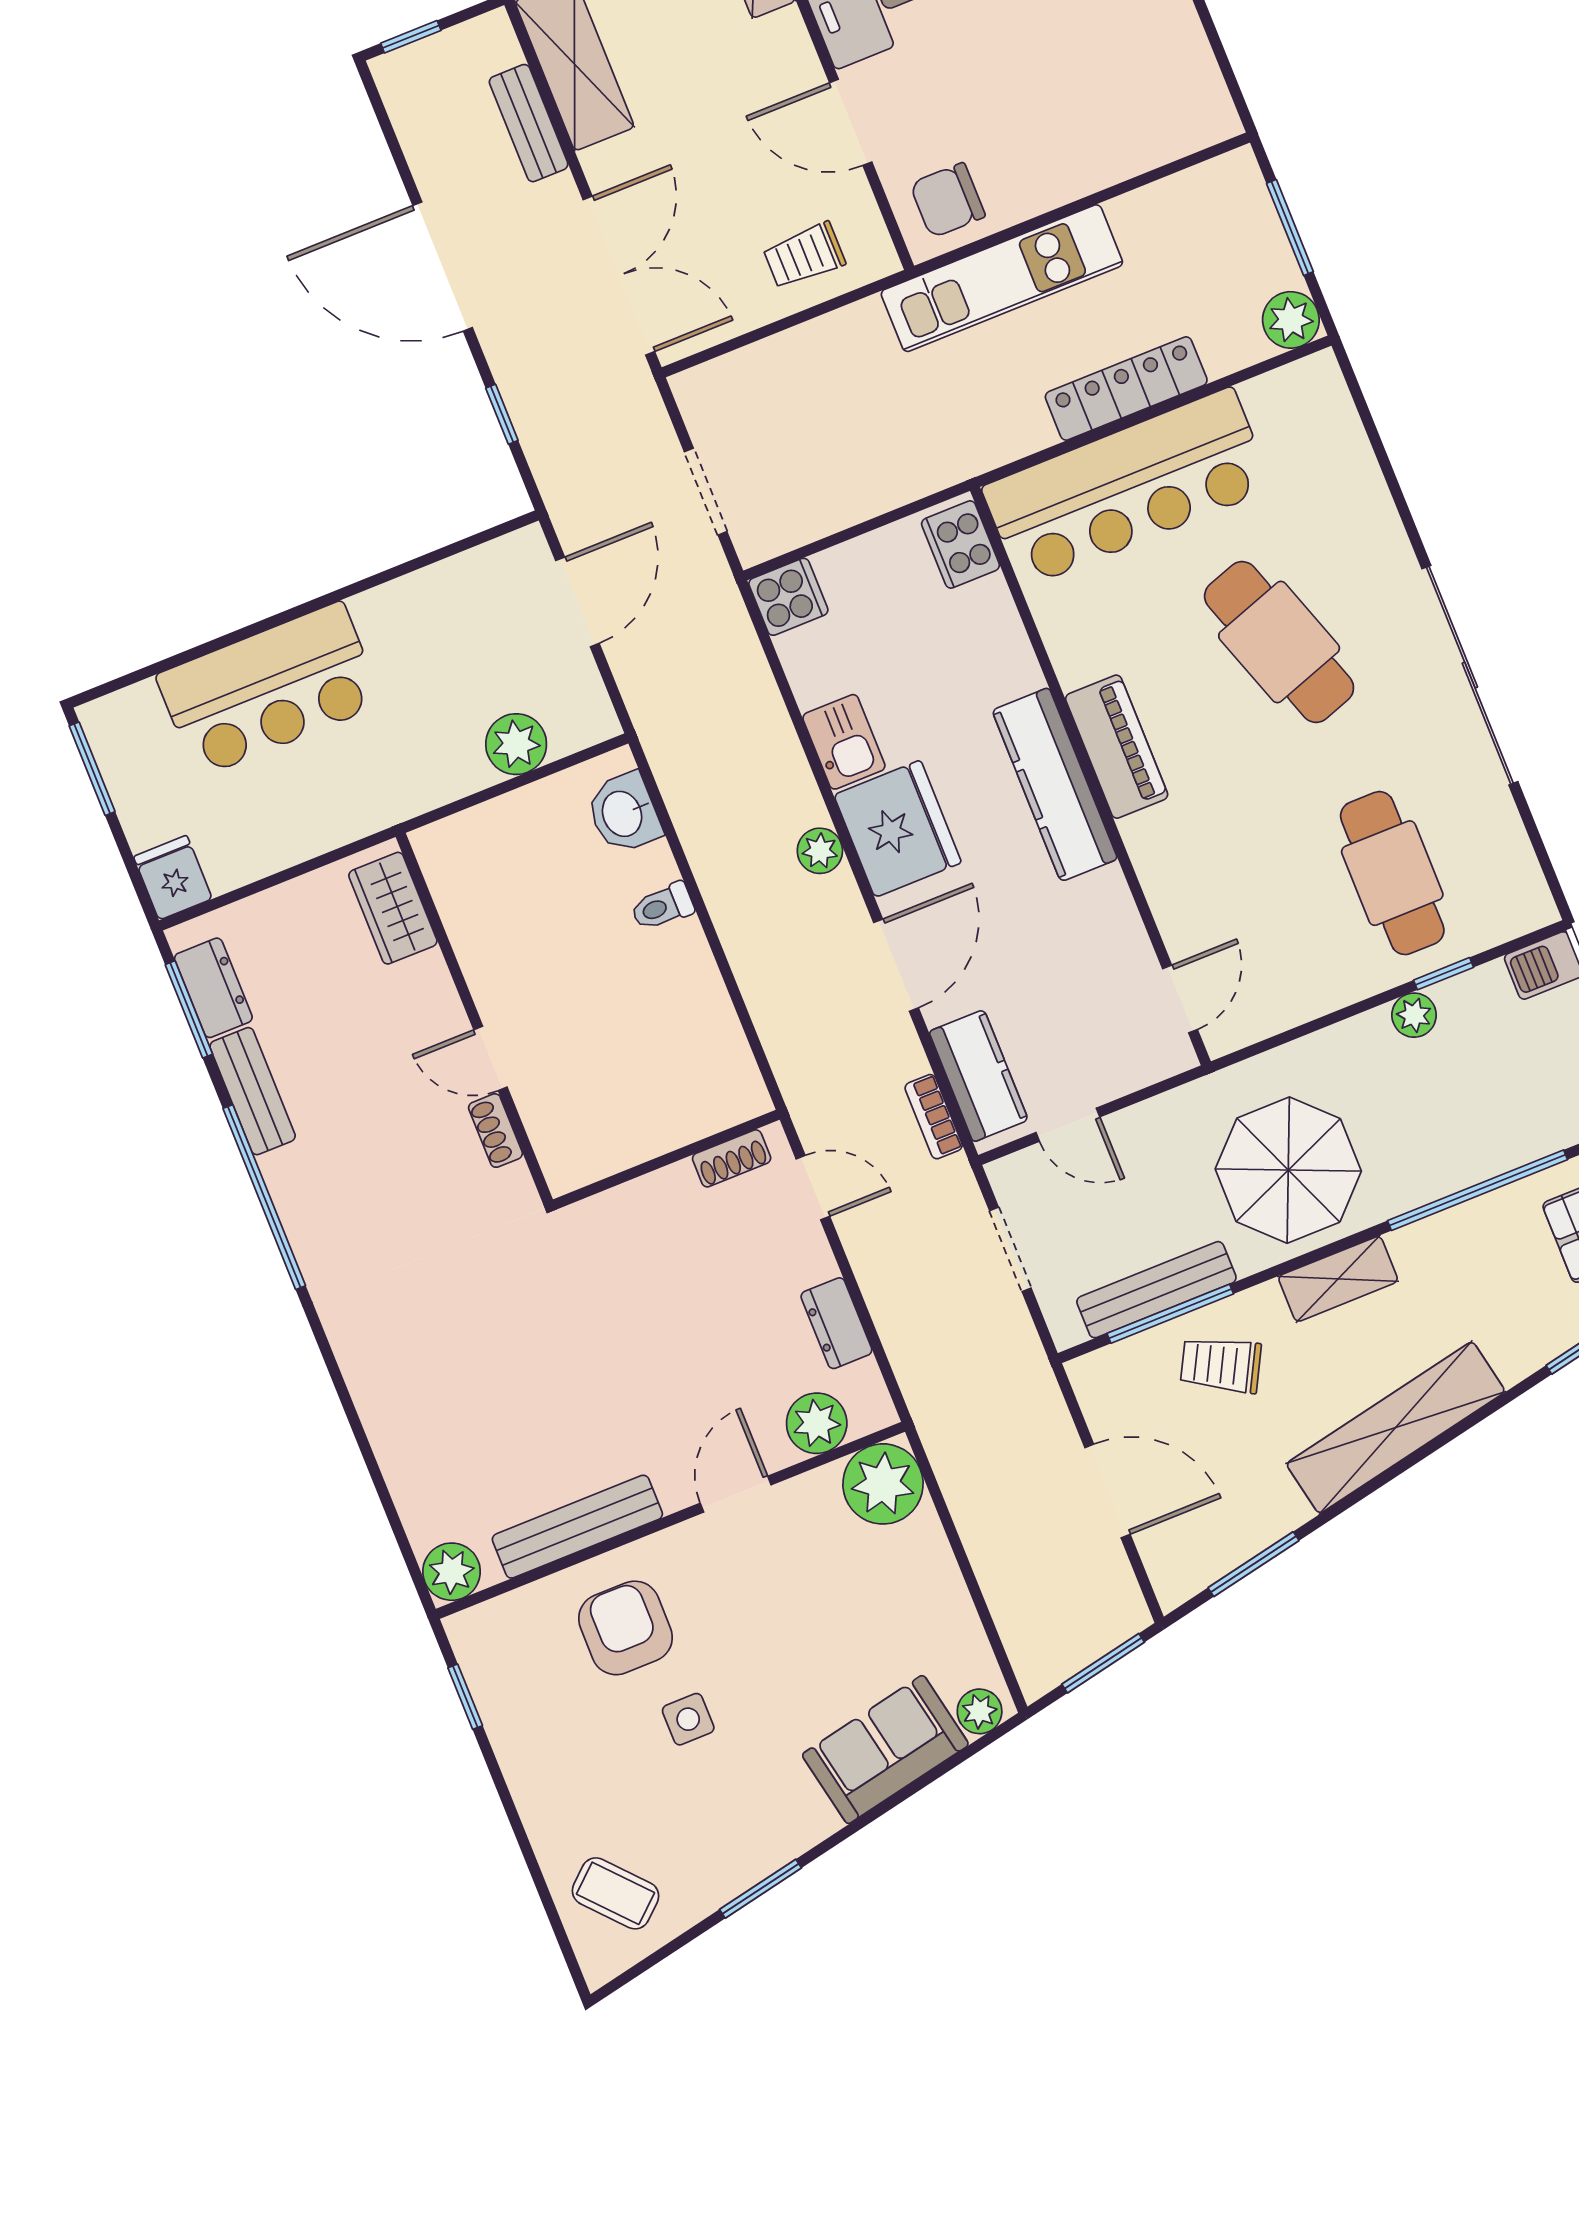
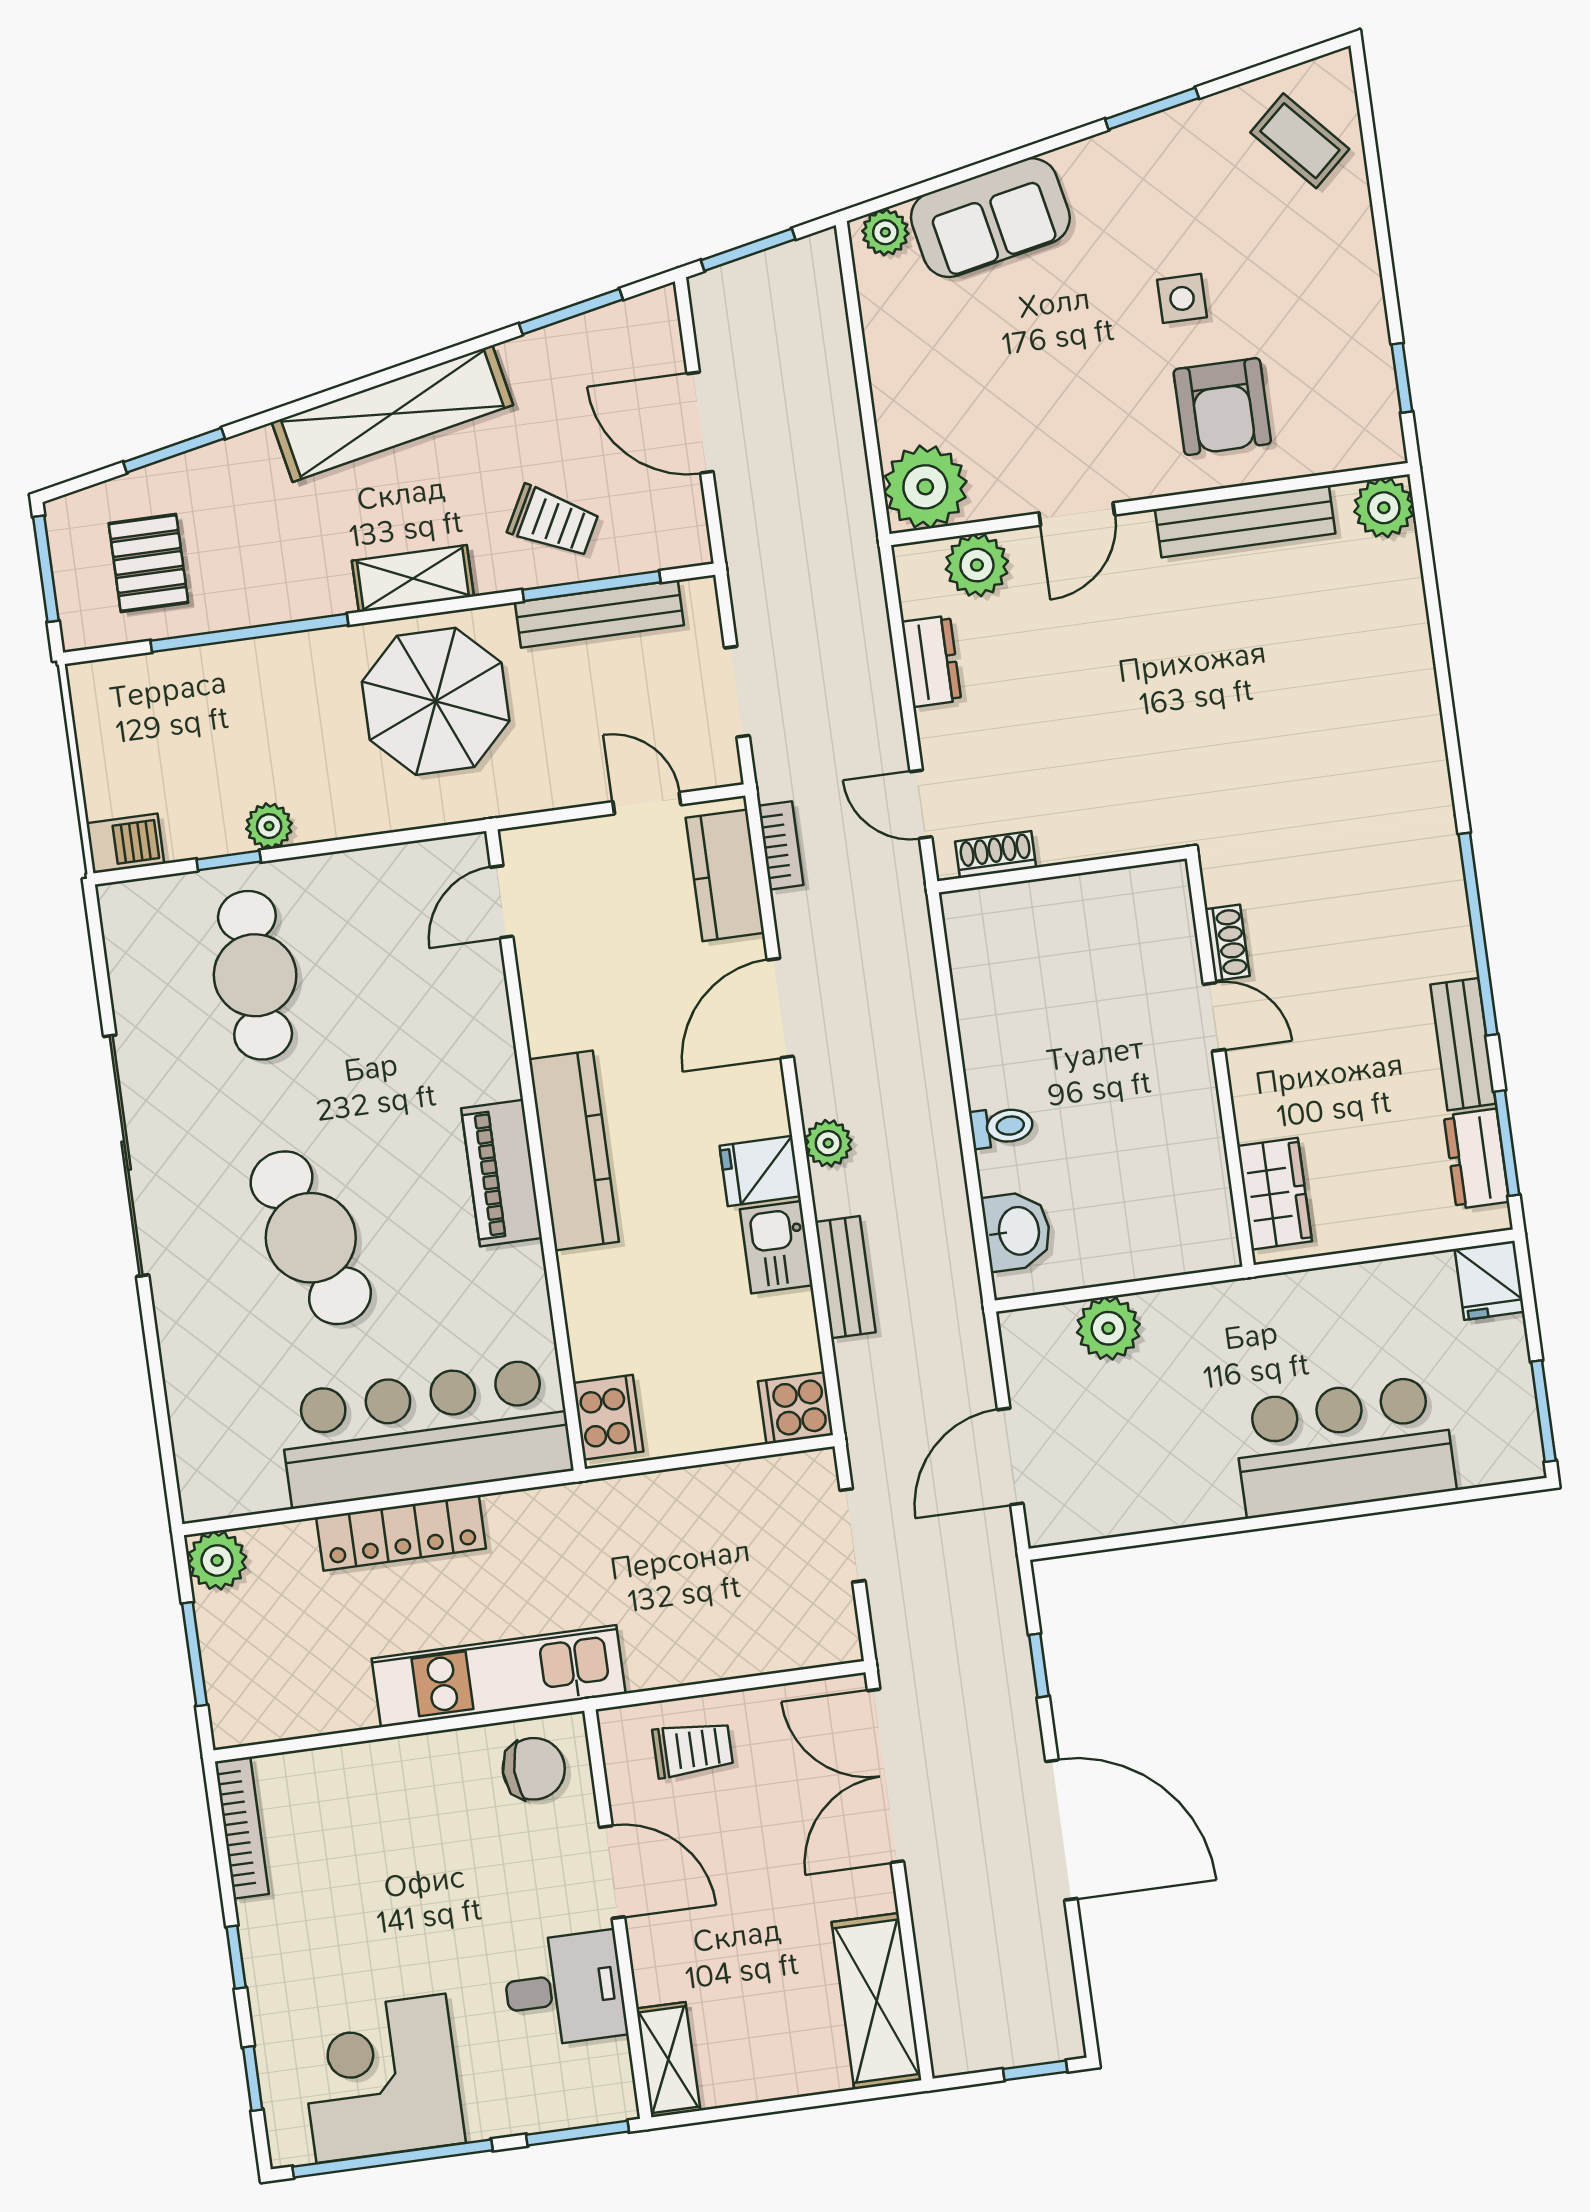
bookcase: (1205, 77) -> (242, 1828), added
bench: (529, 123) -> (845, 1277), moved
fridge: (898, 829) -> (760, 1171), width x0.53, depth x0.75

